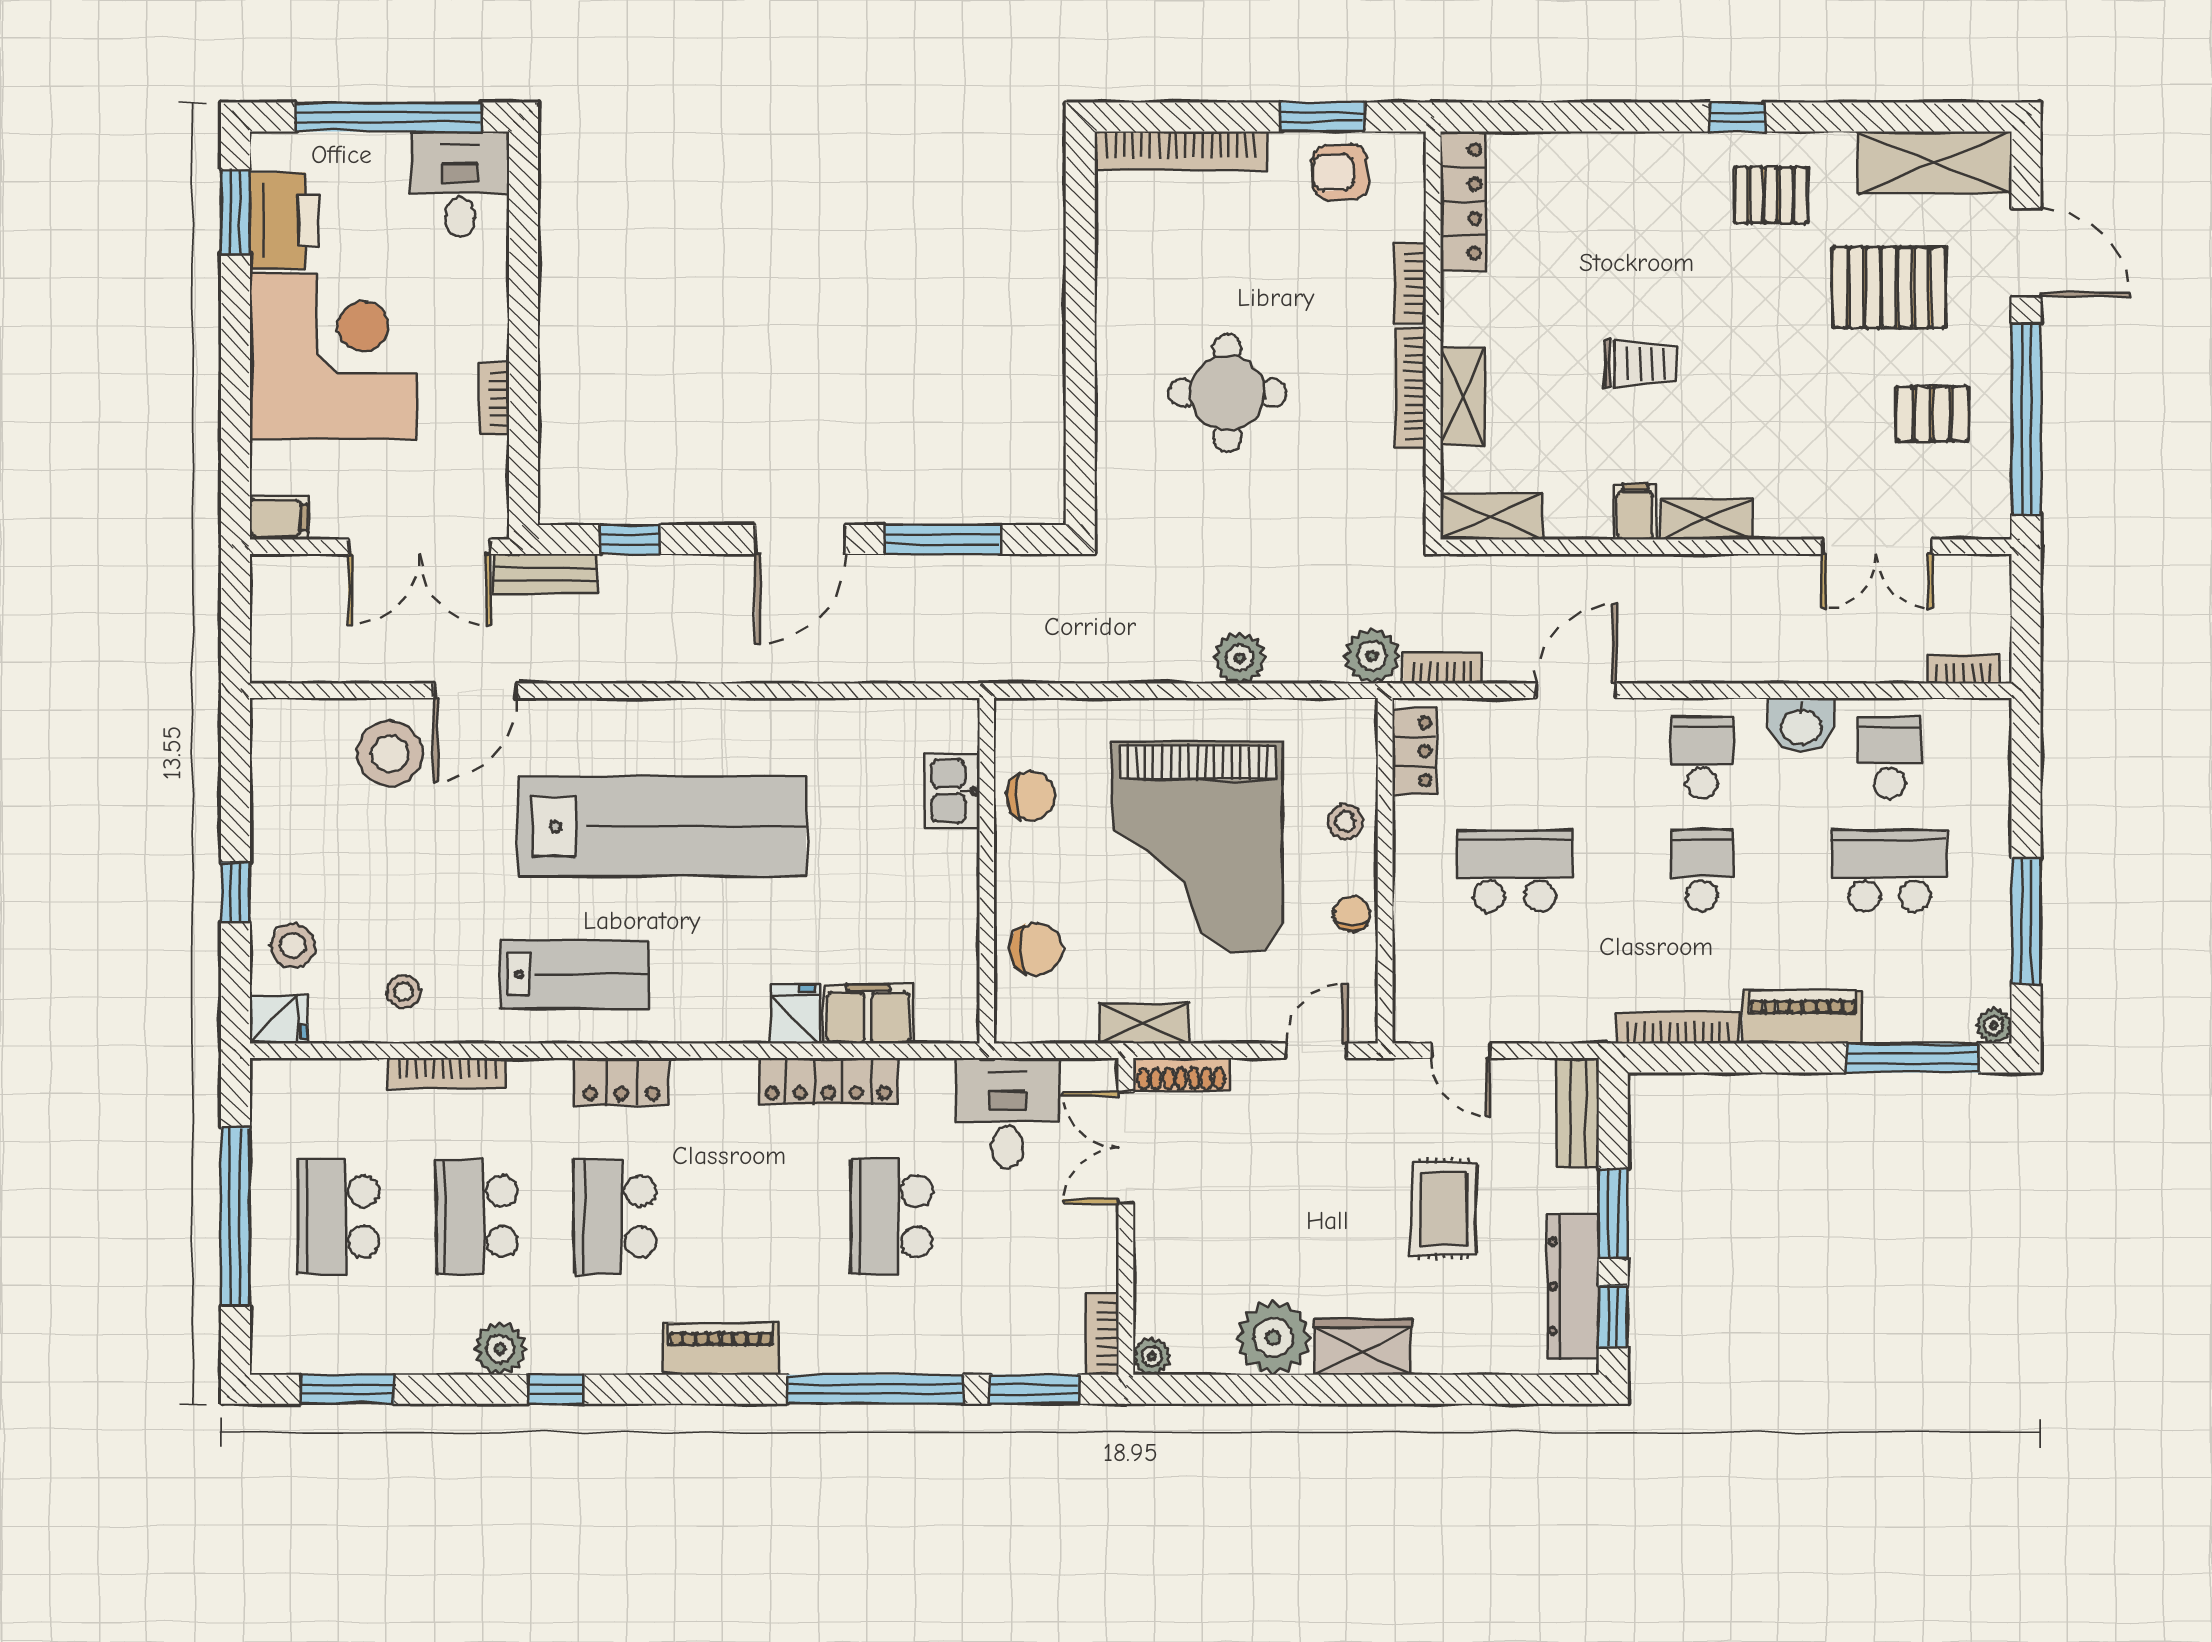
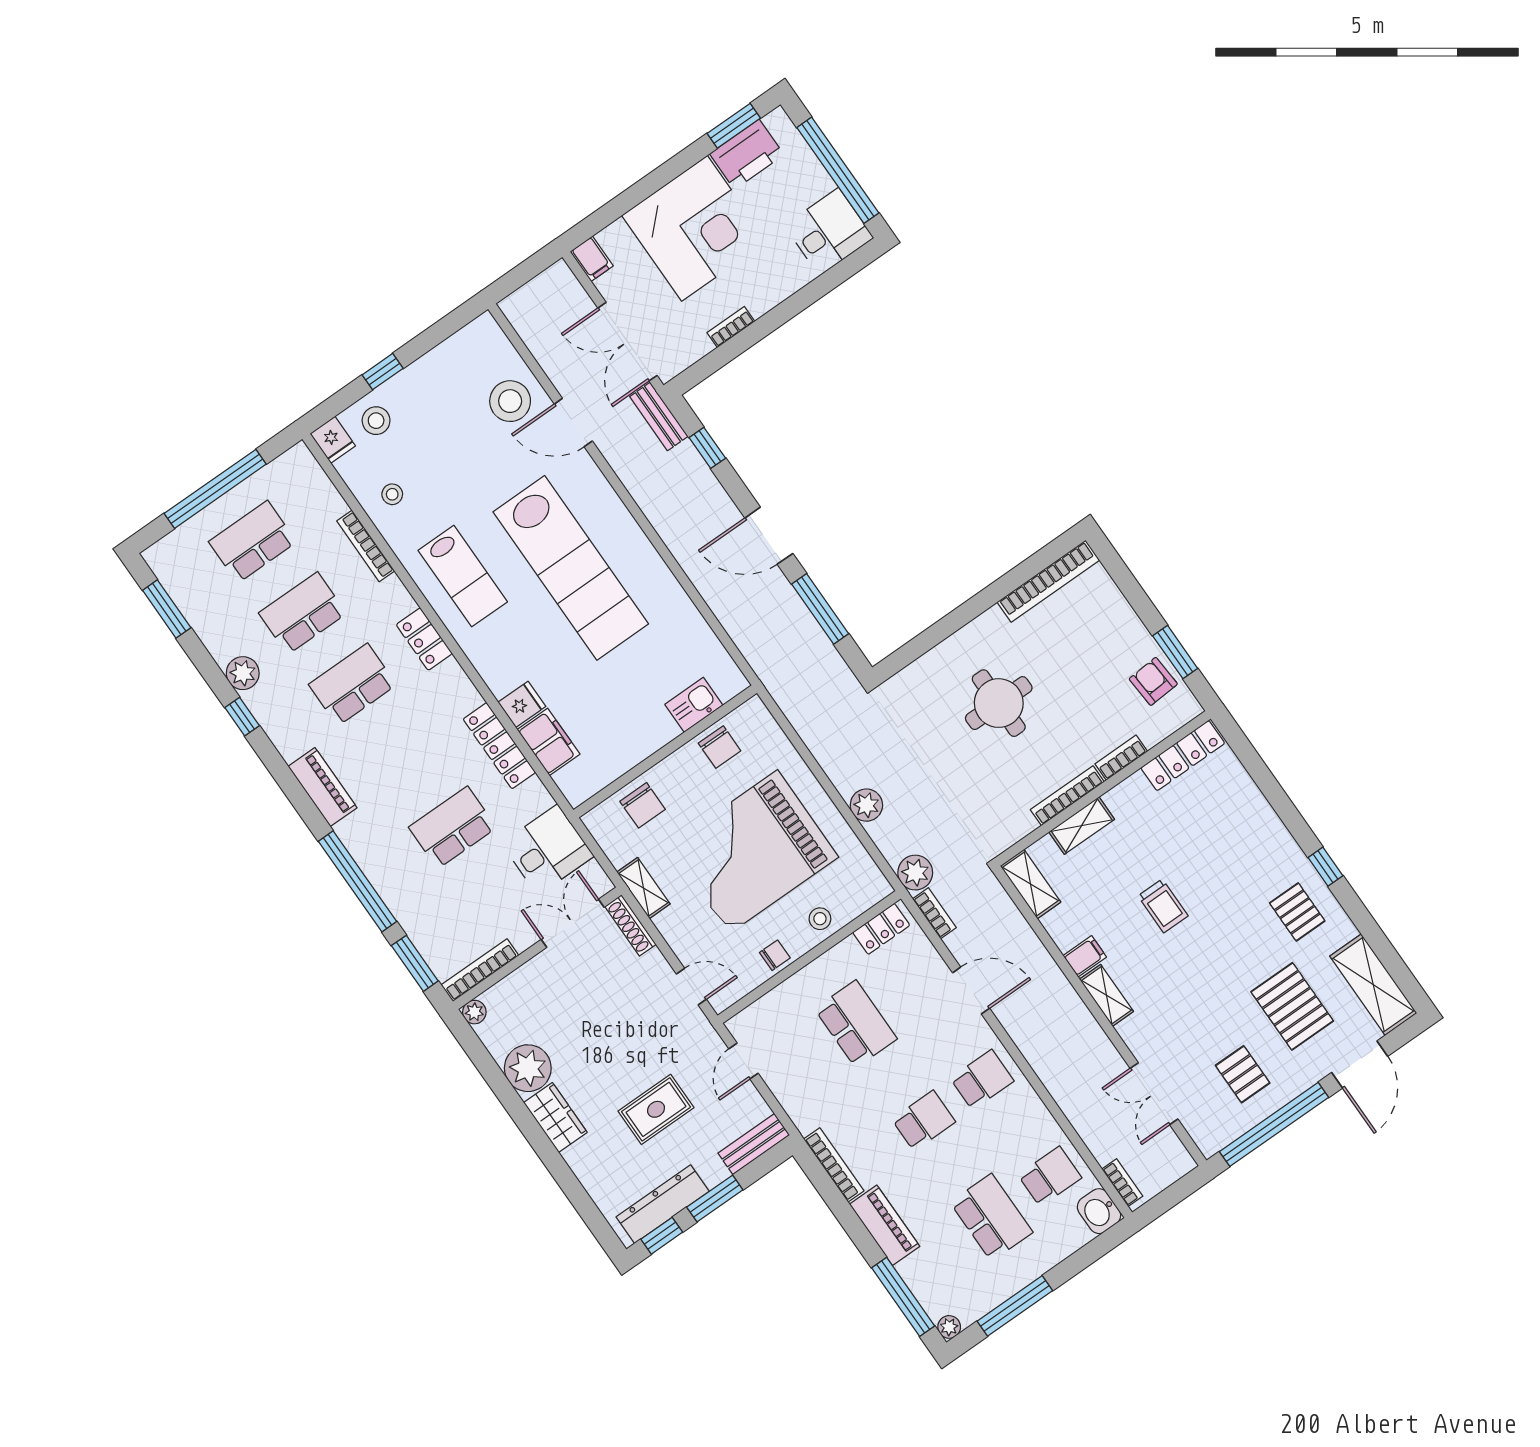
bookcase: (1181, 151) -> (1048, 581), moved, turned -90
washbasin: (1801, 725) -> (1099, 1211), moved
bookcase: (1102, 1334) -> (480, 970), width x1.56

